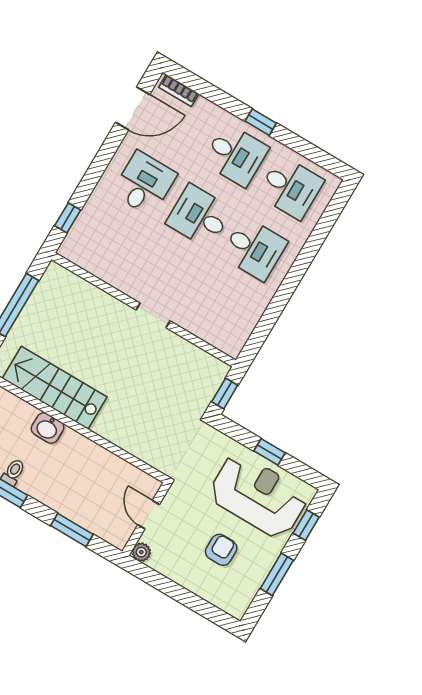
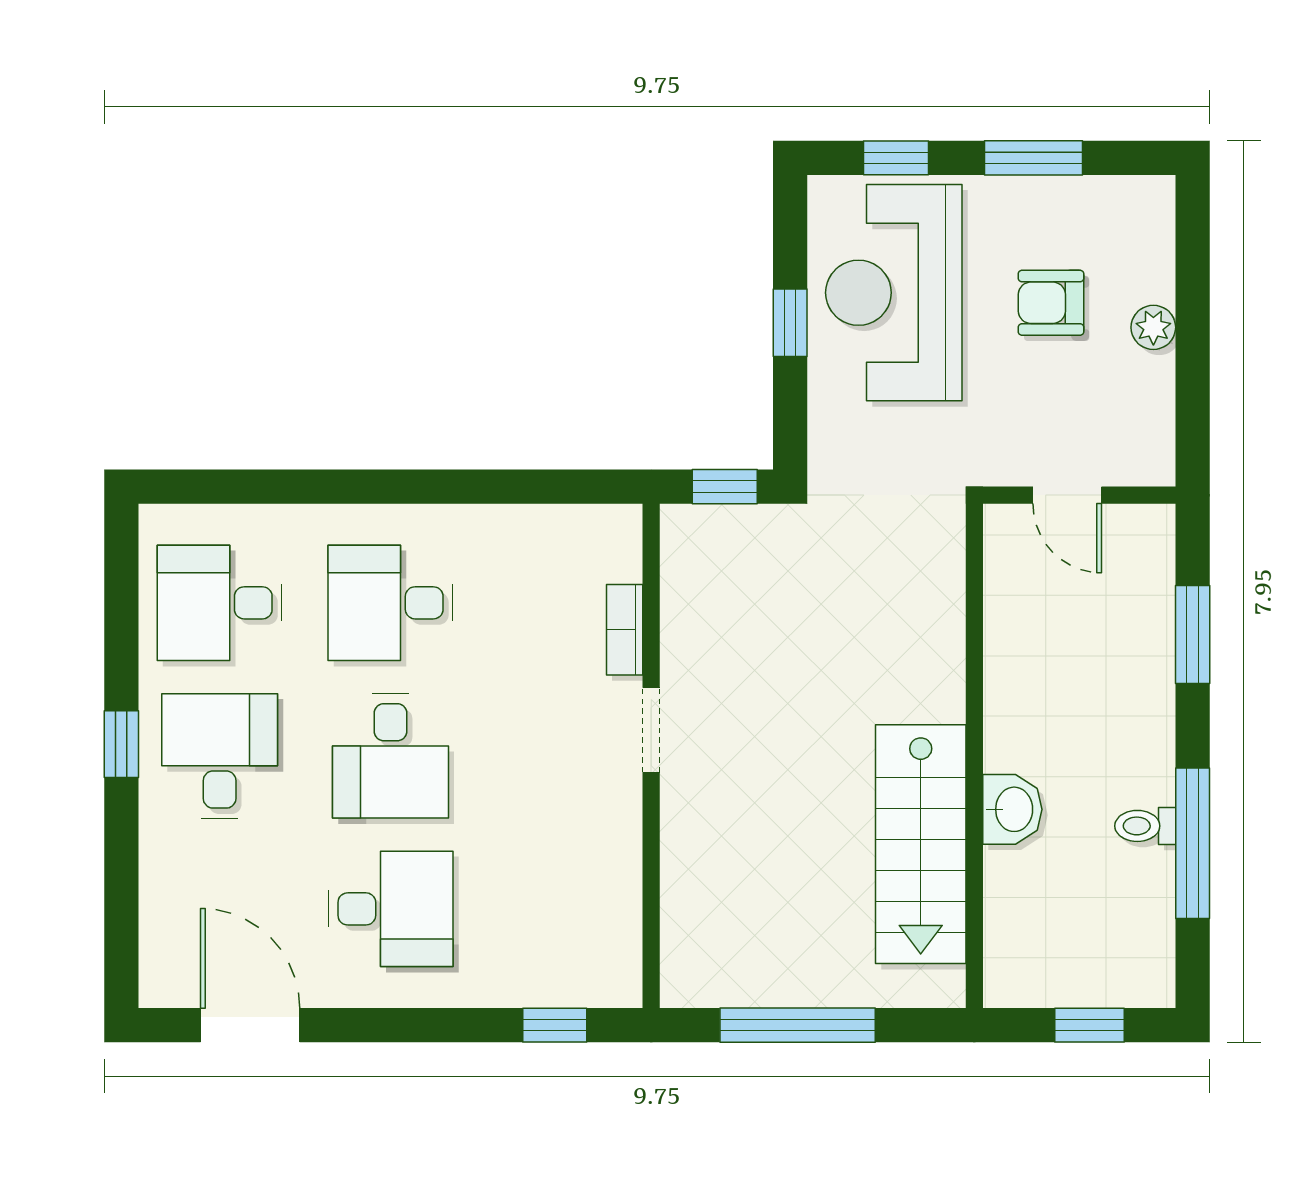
bookcase: (179, 90) -> (625, 630), moved, turned 180
desk: (144, 184) -> (391, 909), turned 180
desk: (291, 188) -> (220, 603), turned -90
desk: (254, 249) -> (391, 603), turned -90
door: (149, 515) -> (1067, 495), hinge flipped
plant: (141, 552) -> (1153, 327), moved

